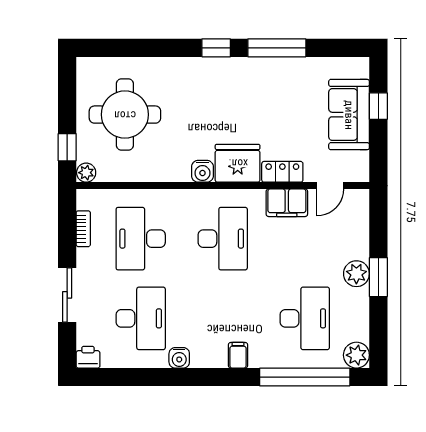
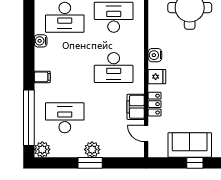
fridge: (238, 163) -> (157, 77), width x0.53, depth x0.75
desk: (305, 318) -> (65, 118), turned 180

